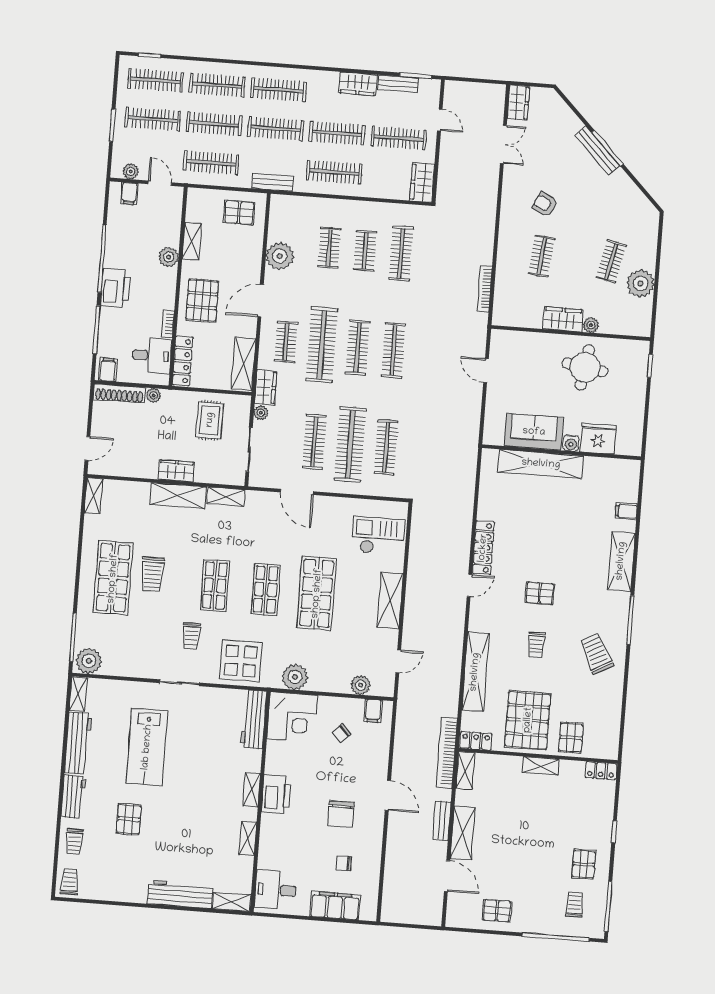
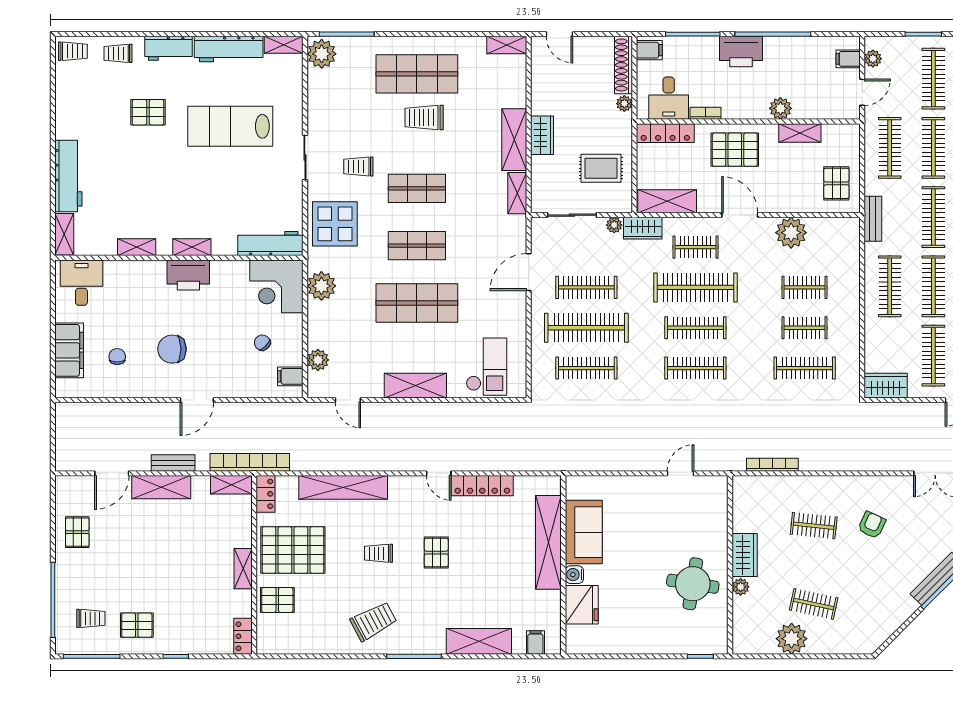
sofa: (534, 432) -> (584, 532), moved
fridge: (598, 439) -> (582, 605), moved
water cooler: (571, 443) -> (574, 575), moved
wall: (561, 452) -> (563, 565), moved
shelving: (541, 464) -> (548, 542), moved

